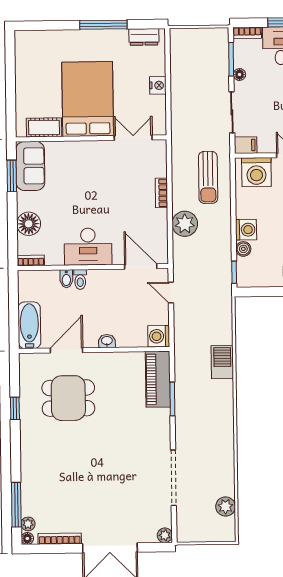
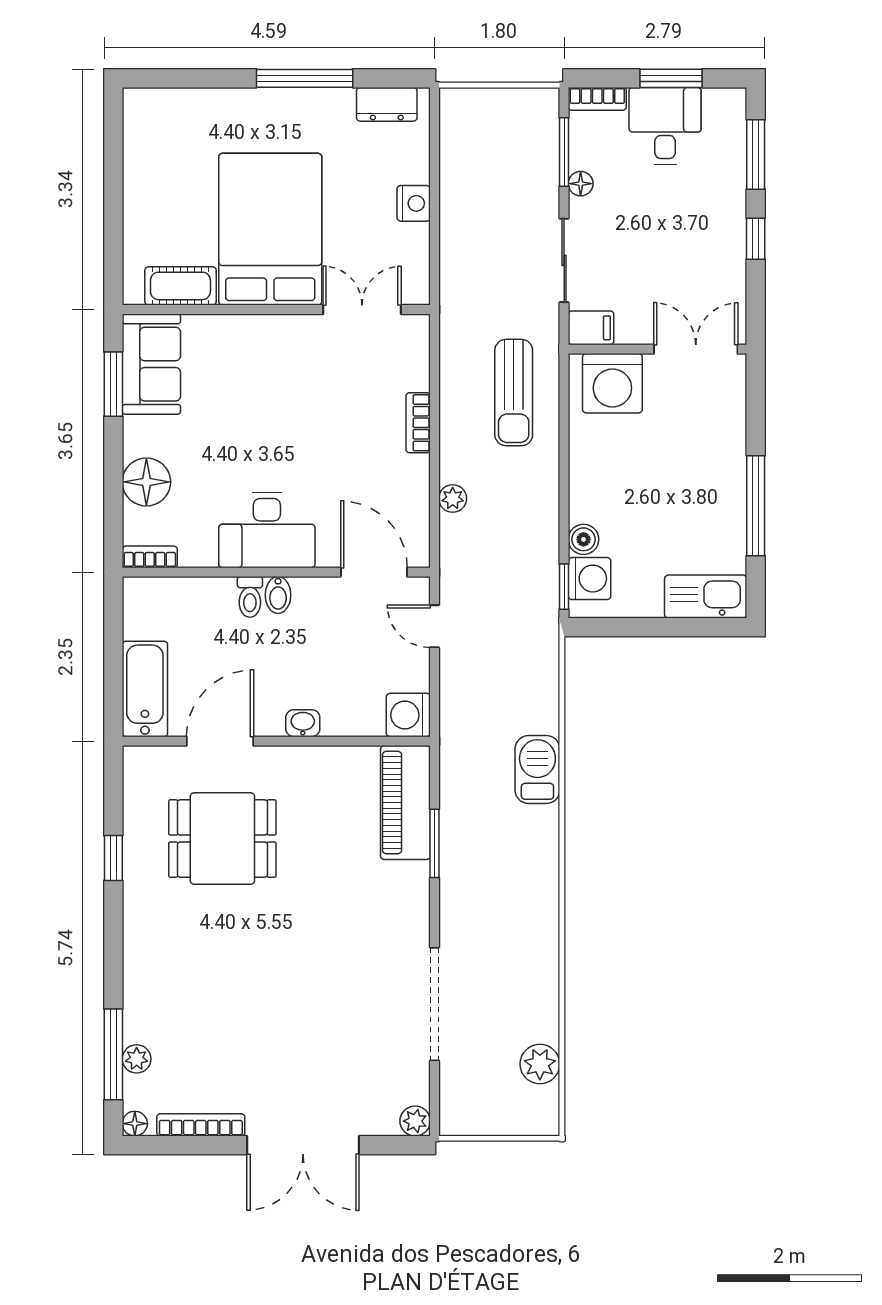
plant: (185, 224) -> (453, 498), width x0.53, depth x0.53
washing machine: (246, 230) -> (589, 579), moved
bidet: (66, 279) -> (278, 595), moved
plant: (28, 524) -> (137, 1059), moved

